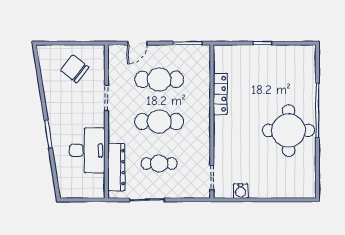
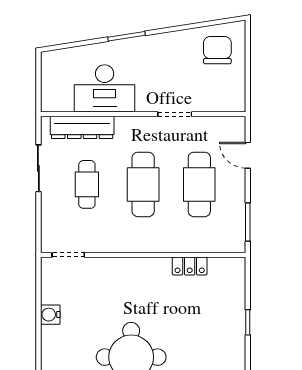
chair: (75, 69) -> (217, 50), moved, turned -38
locker: (220, 94) -> (190, 266), width x0.66
water cooler: (240, 191) -> (50, 315), moved

